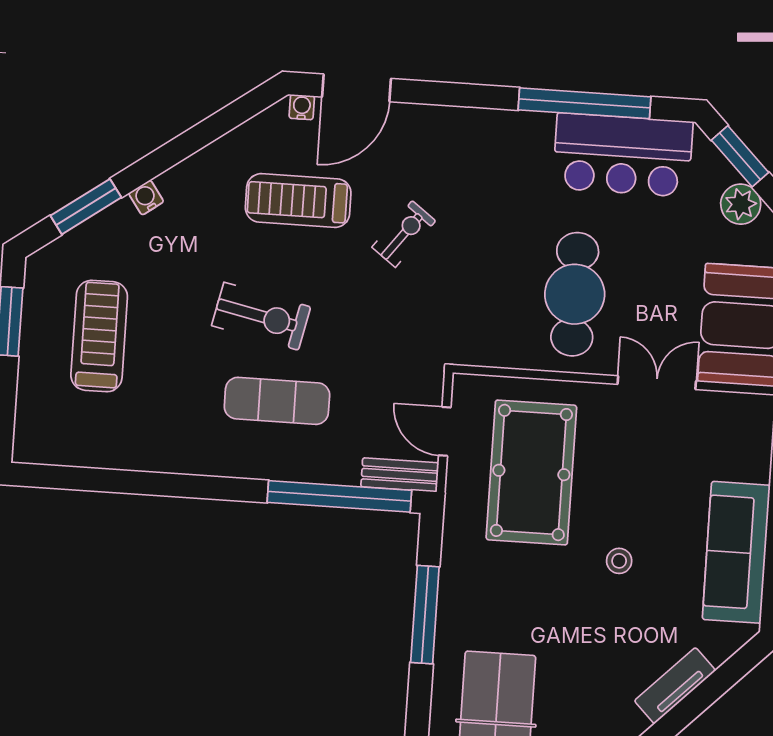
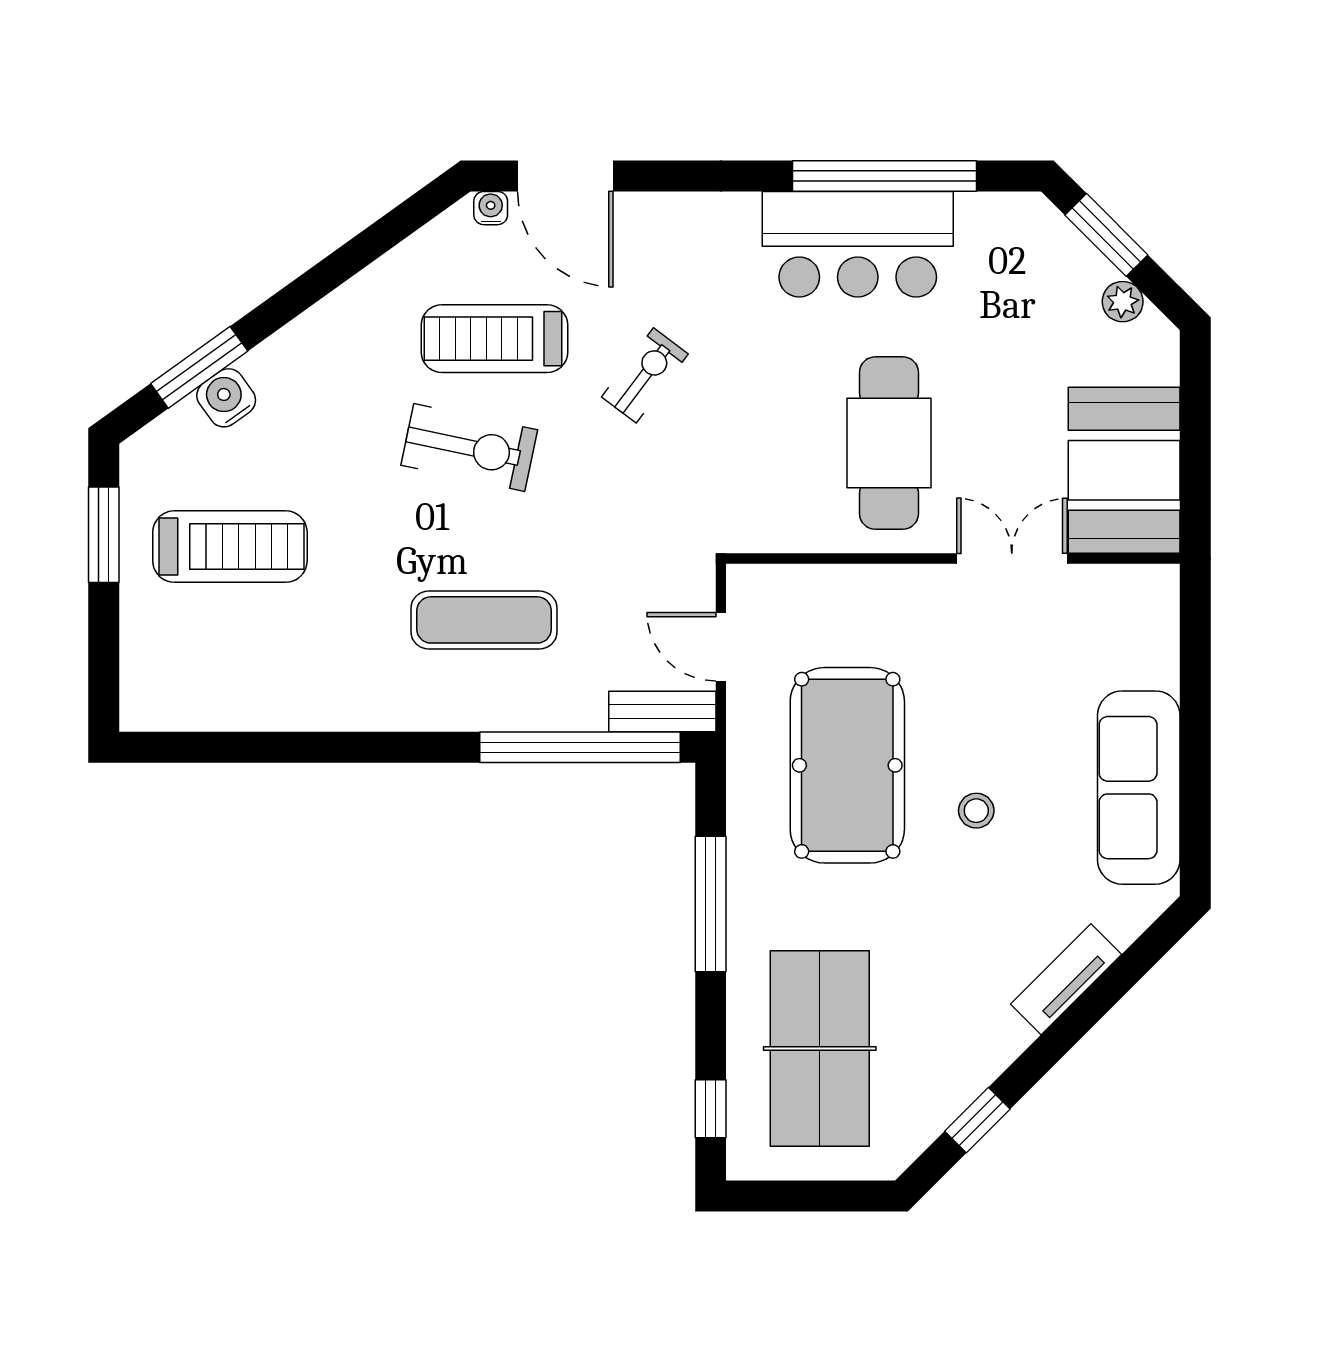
door: (357, 88) -> (565, 176), hinge flipped
bar counter: (623, 155) -> (858, 244), moved
water cooler: (146, 198) -> (226, 398), moved, width x1.38, depth x1.38
plant: (741, 204) -> (1123, 302), width x0.73, depth x0.73
exercise bike: (261, 316) -> (469, 447), moved
treadmill: (99, 336) -> (230, 547), turned 90
pool table: (531, 472) -> (847, 765), moved

